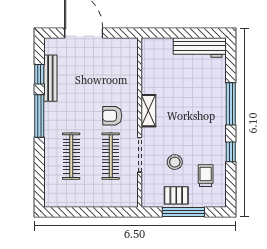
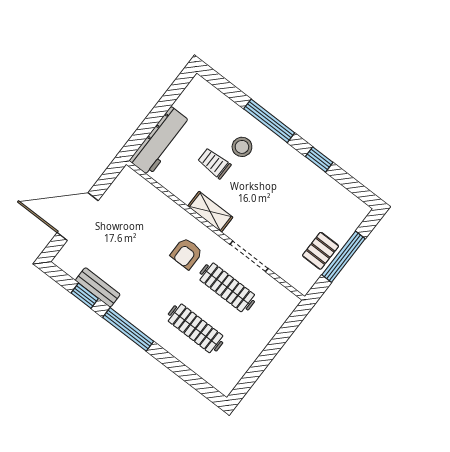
workbench: (200, 48) -> (160, 141), moved
bench: (50, 78) -> (98, 287), width x0.73
stool: (175, 162) -> (242, 147), moved
trolley: (206, 176) -> (214, 163), moved

